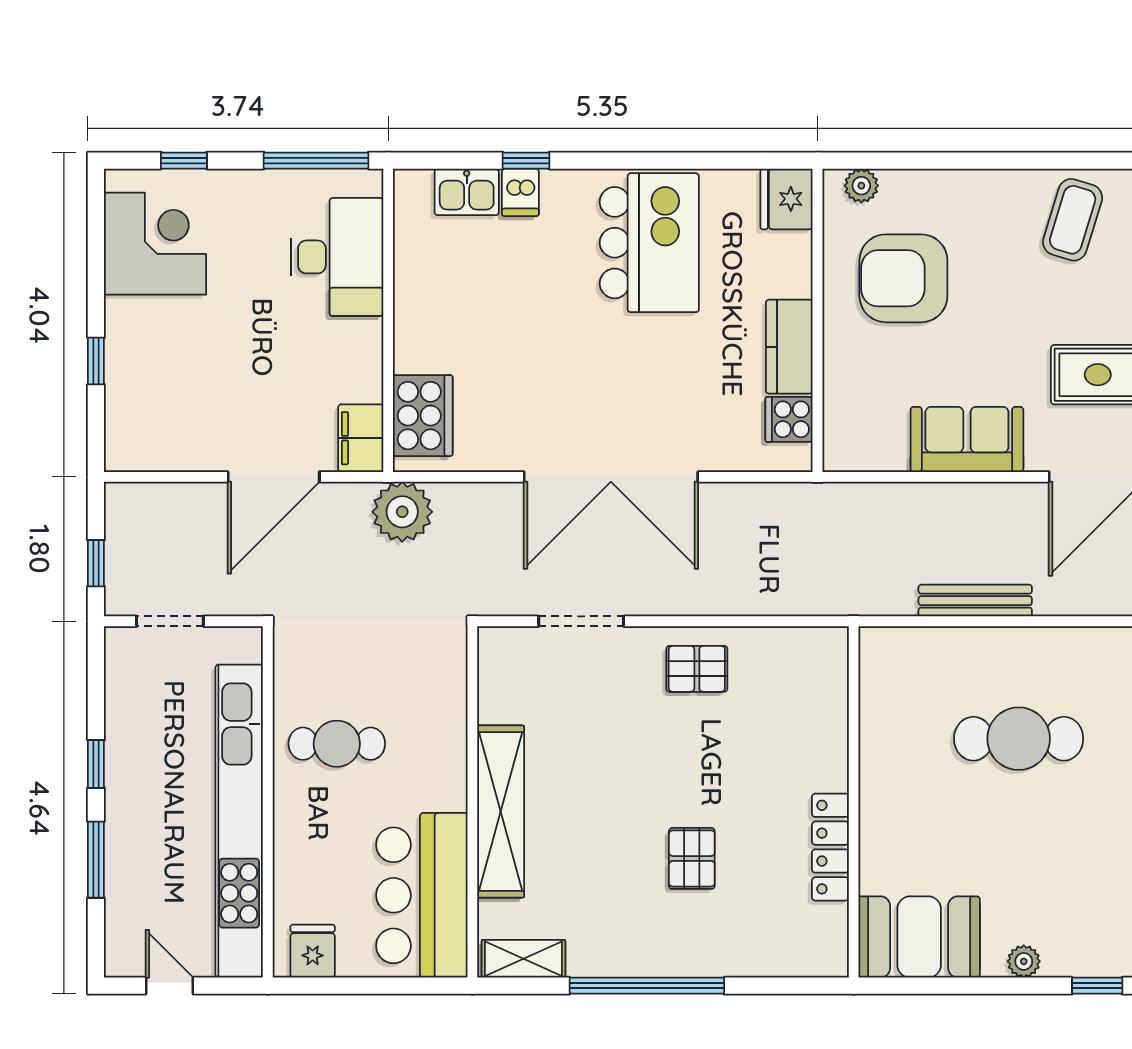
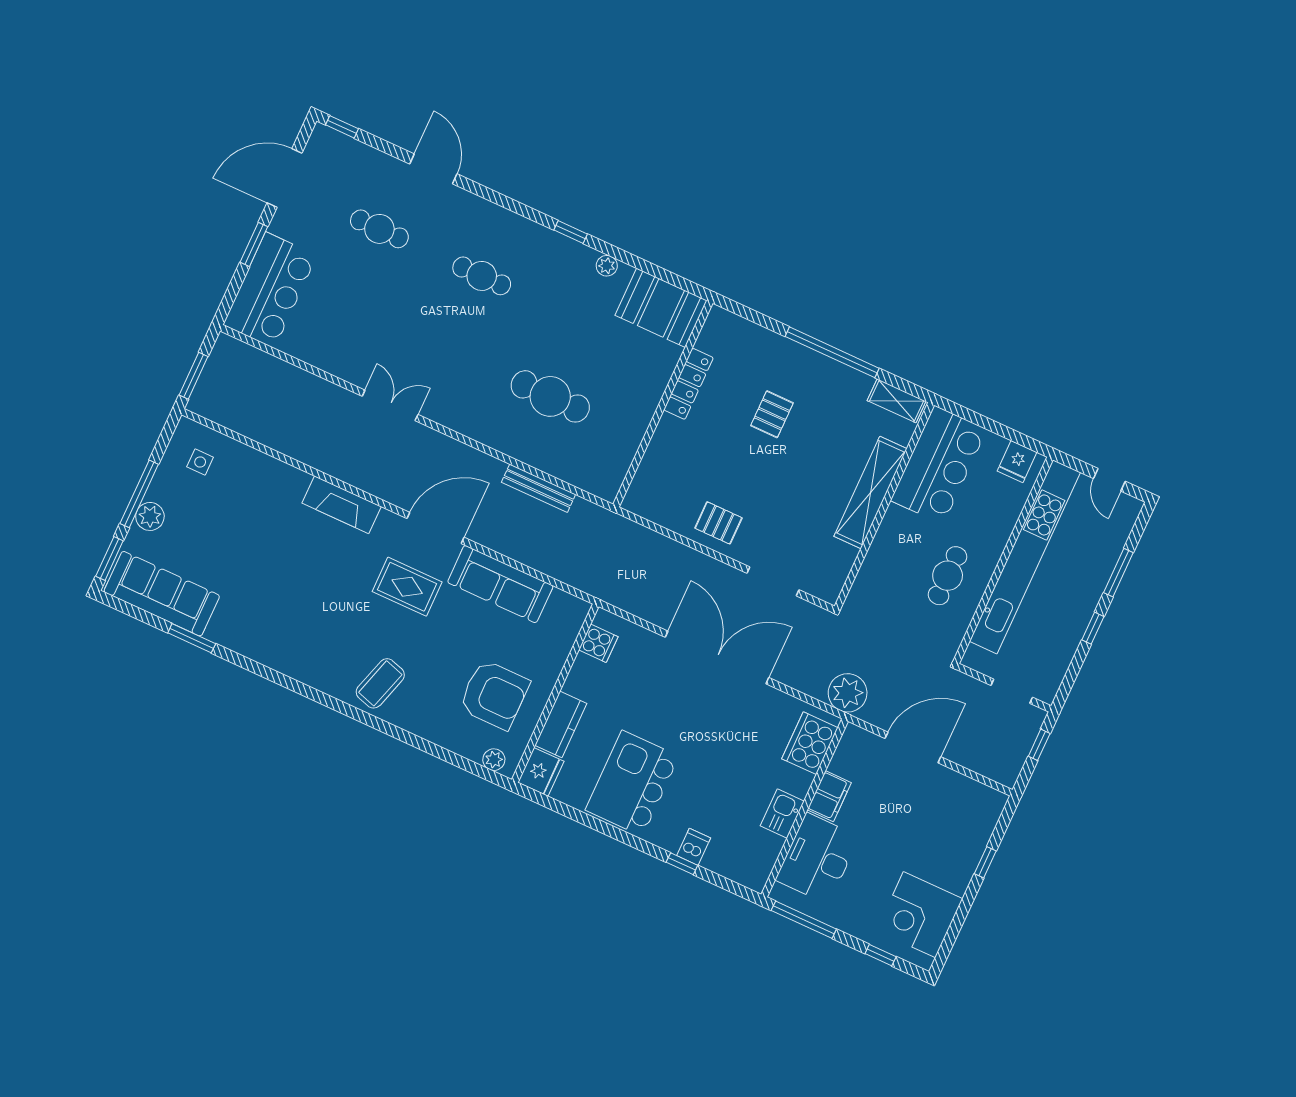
kitchen sink: (467, 192) -> (782, 814), moved, turned -90
kitchen counter: (789, 347) -> (561, 724), moved
filing cabinet: (361, 438) -> (829, 796), moved
sofa: (967, 439) -> (500, 584), width x1.36
cafe table: (337, 744) -> (948, 576), turned 90

